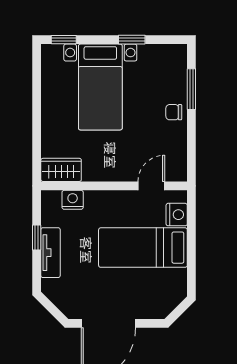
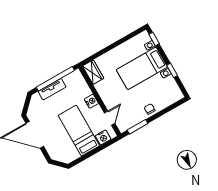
window: (191, 89) -> (137, 127), moved
door: (151, 186) -> (110, 118), hinge flipped
nightstand: (73, 200) -> (91, 101), moved
window: (37, 238) -> (55, 79), width x3.17

